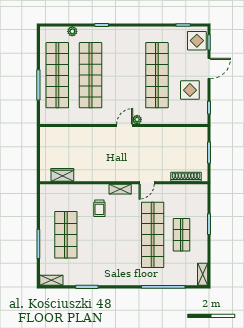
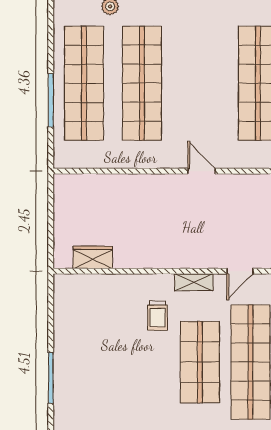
plant: (137, 120) -> (223, 161), removed
door: (125, 126) -> (202, 171), hinge flipped
shop shelf: (66, 235) -> (200, 362), moved

